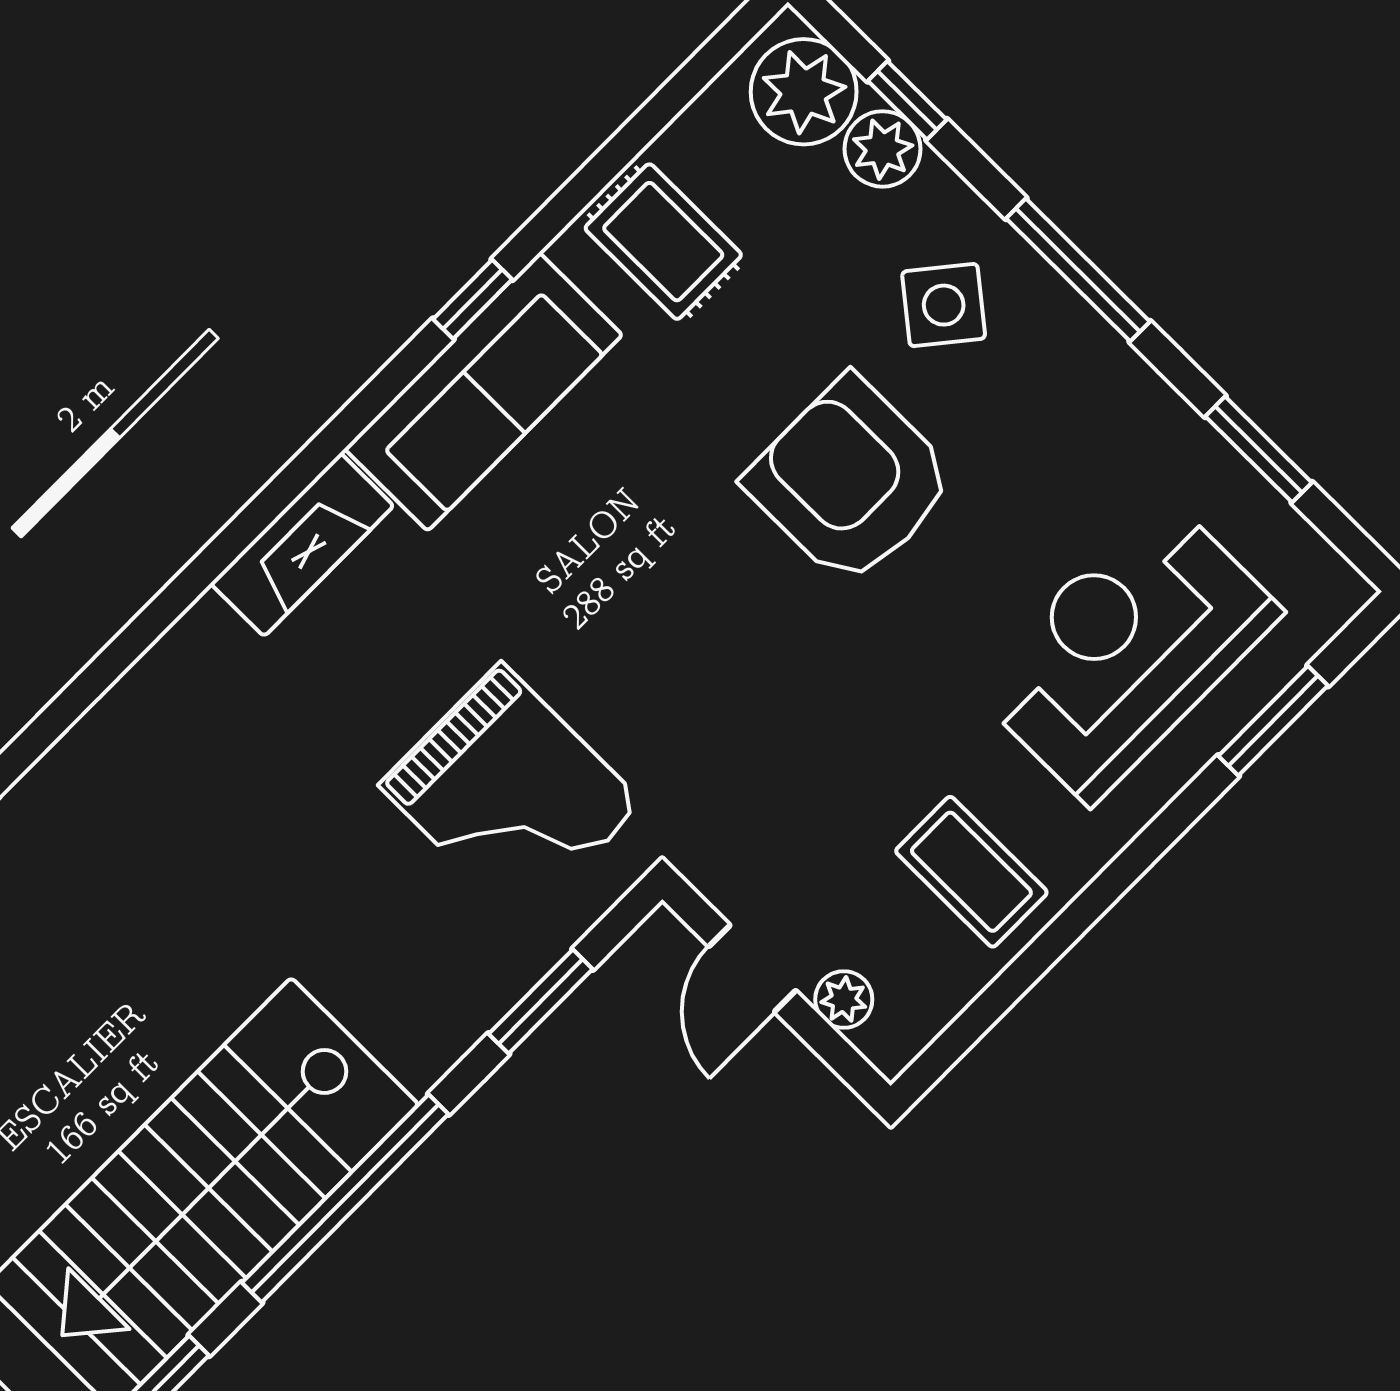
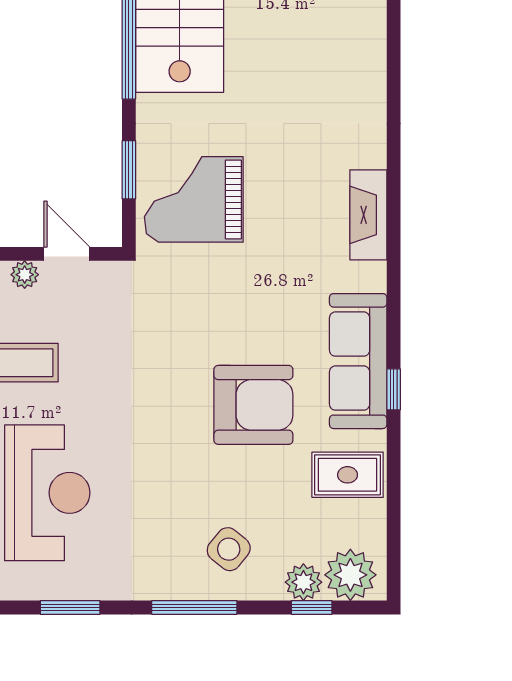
armchair: (851, 481) -> (253, 405), moved
fireplace: (302, 545) -> (368, 215), moved
grand piano: (511, 794) -> (194, 199), moved

